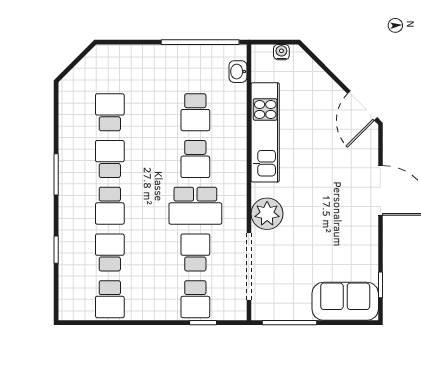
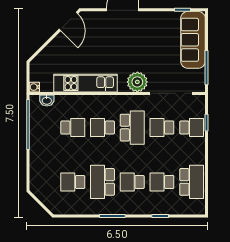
water cooler: (281, 52) -> (34, 87), moved
door: (362, 106) -> (68, 21), hinge flipped
school desk: (110, 159) -> (102, 182), width x1.85
school desk: (195, 159) -> (102, 128), turned 180
school desk: (110, 206) -> (132, 182), turned 180
school desk: (110, 299) -> (192, 182), width x1.85
sofa: (345, 301) -> (193, 40), width x1.36

